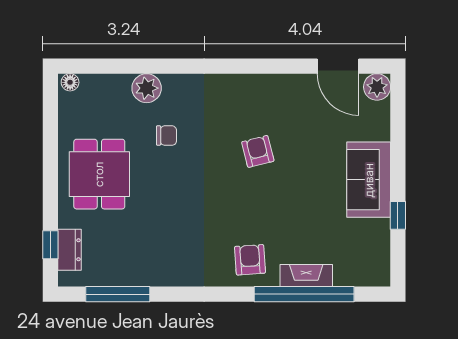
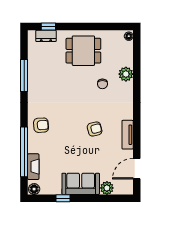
tv unit: (269, 85) -> (128, 135), added
plant: (377, 87) -> (107, 188), moved
floor lamp: (379, 274) -> (34, 189), added
fireplace: (306, 275) -> (33, 167), moved
window: (118, 294) -> (24, 76), moved

